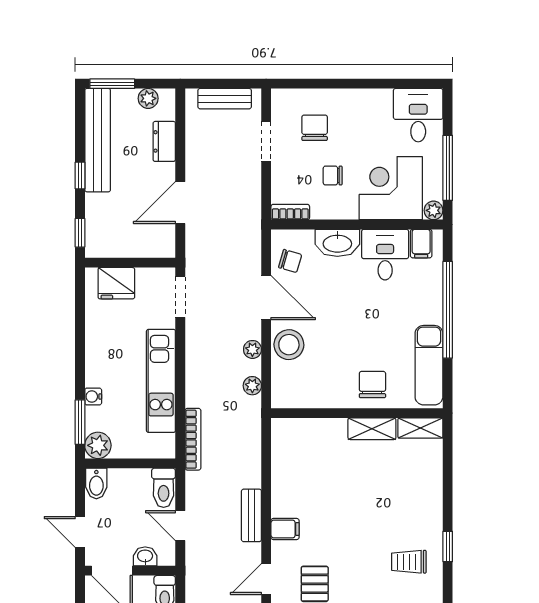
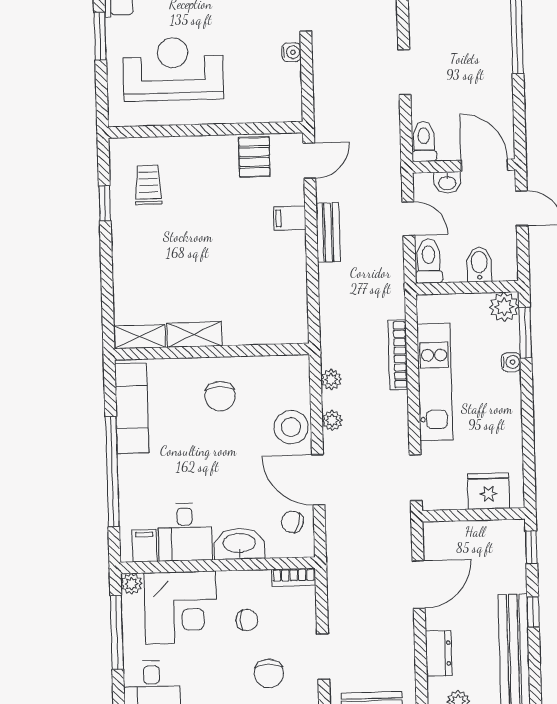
chair: (372, 385) -> (220, 396), moved
bookcase: (193, 439) -> (398, 355), moved
bidet: (96, 483) -> (479, 264), moved
trolley: (409, 562) -> (148, 185), turned -90

